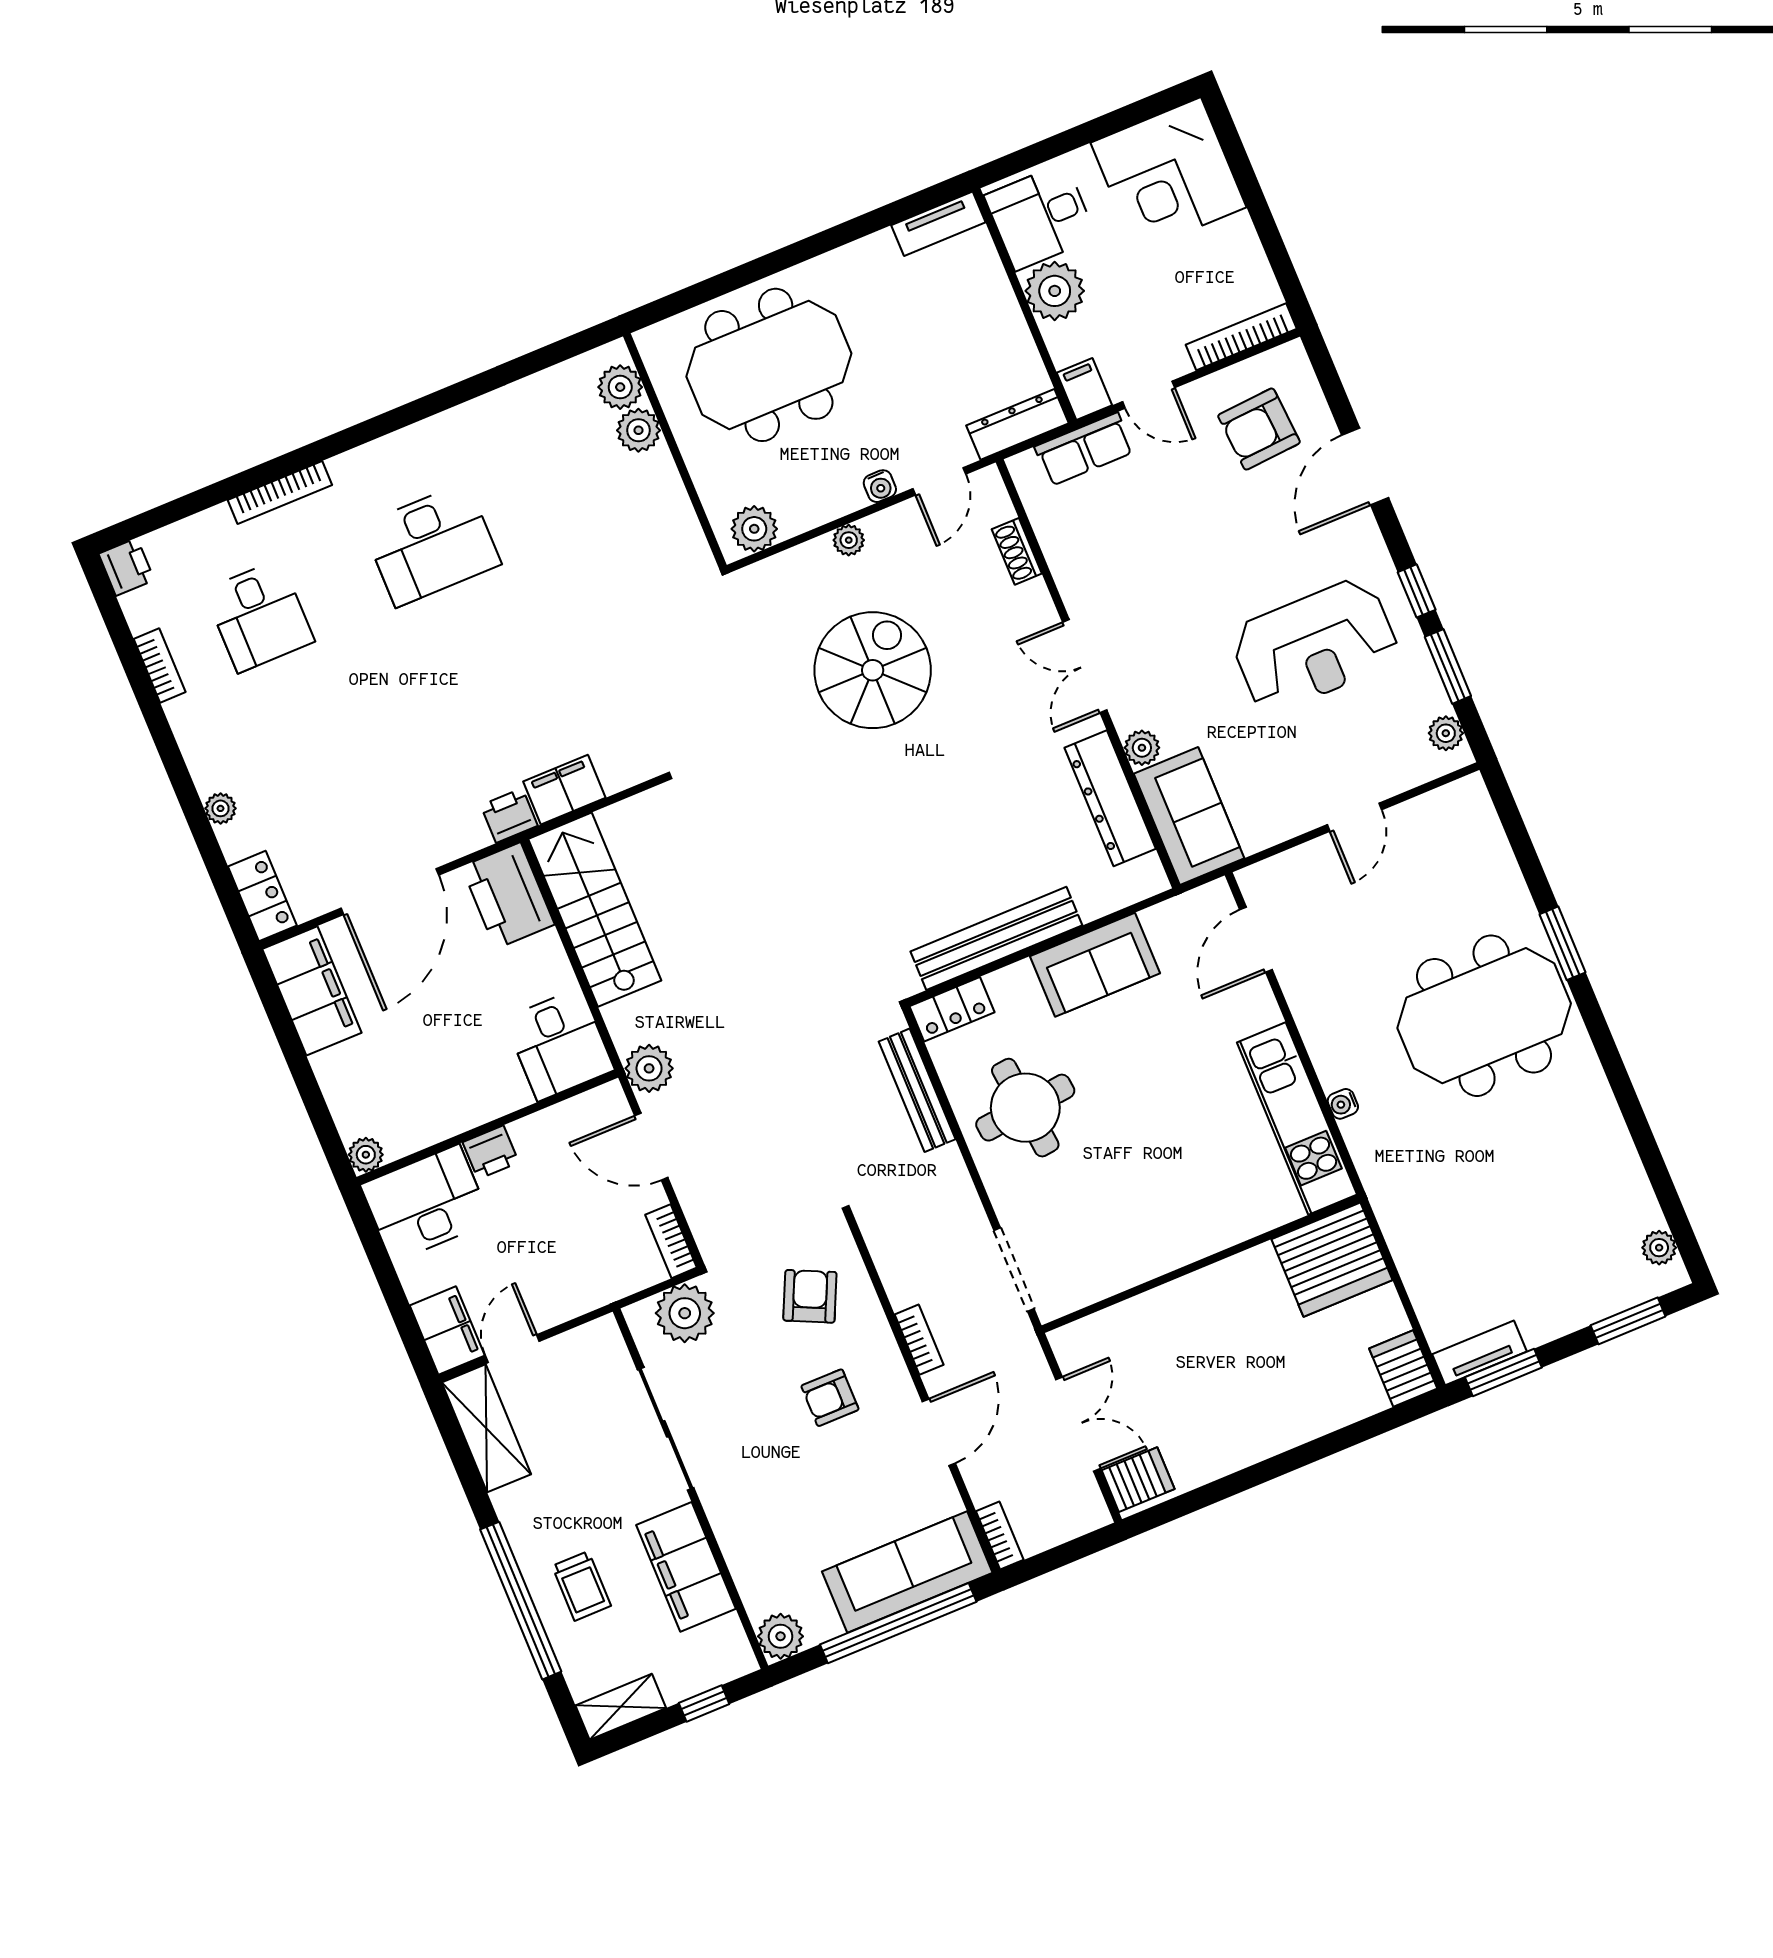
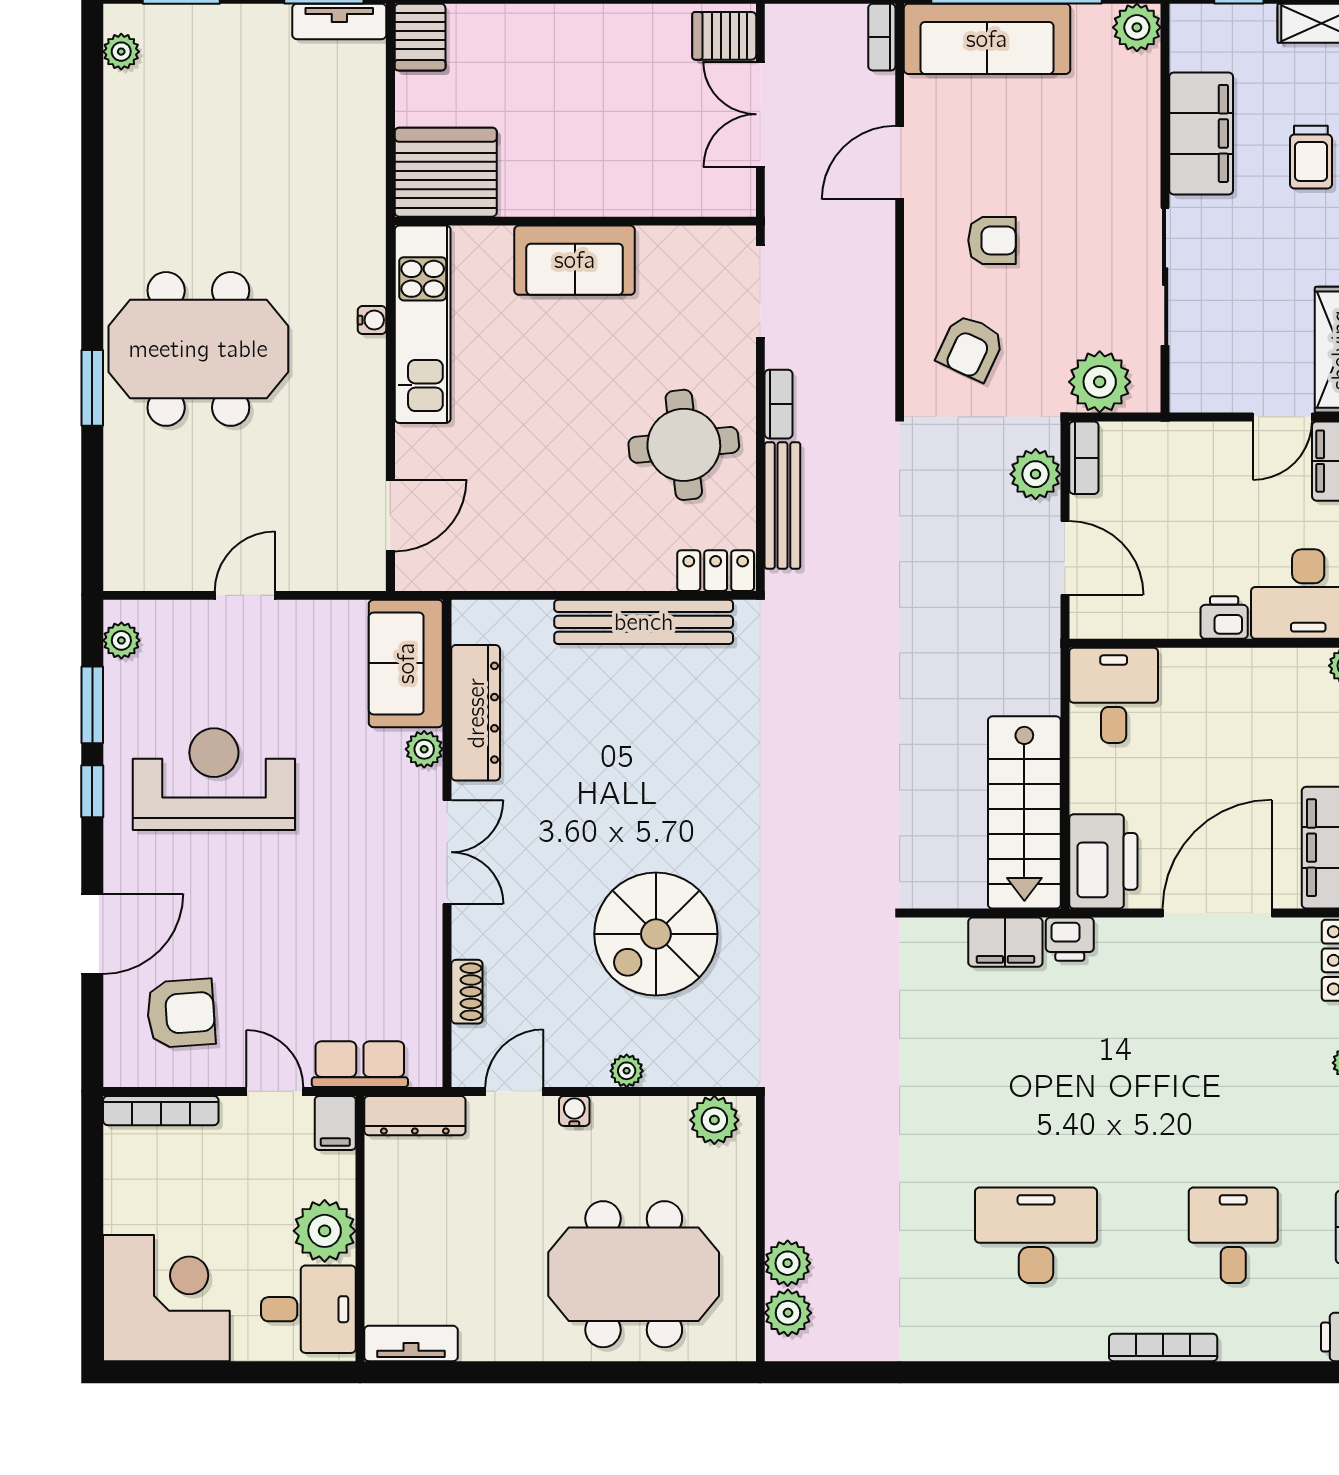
sofa: (1095, 965) -> (575, 260), moved, turned 180
plant: (649, 1068) -> (1036, 474), moved
bookcase: (919, 1340) -> (779, 404), moved, turned 180
trolley: (581, 1586) -> (1311, 157), turned 180

